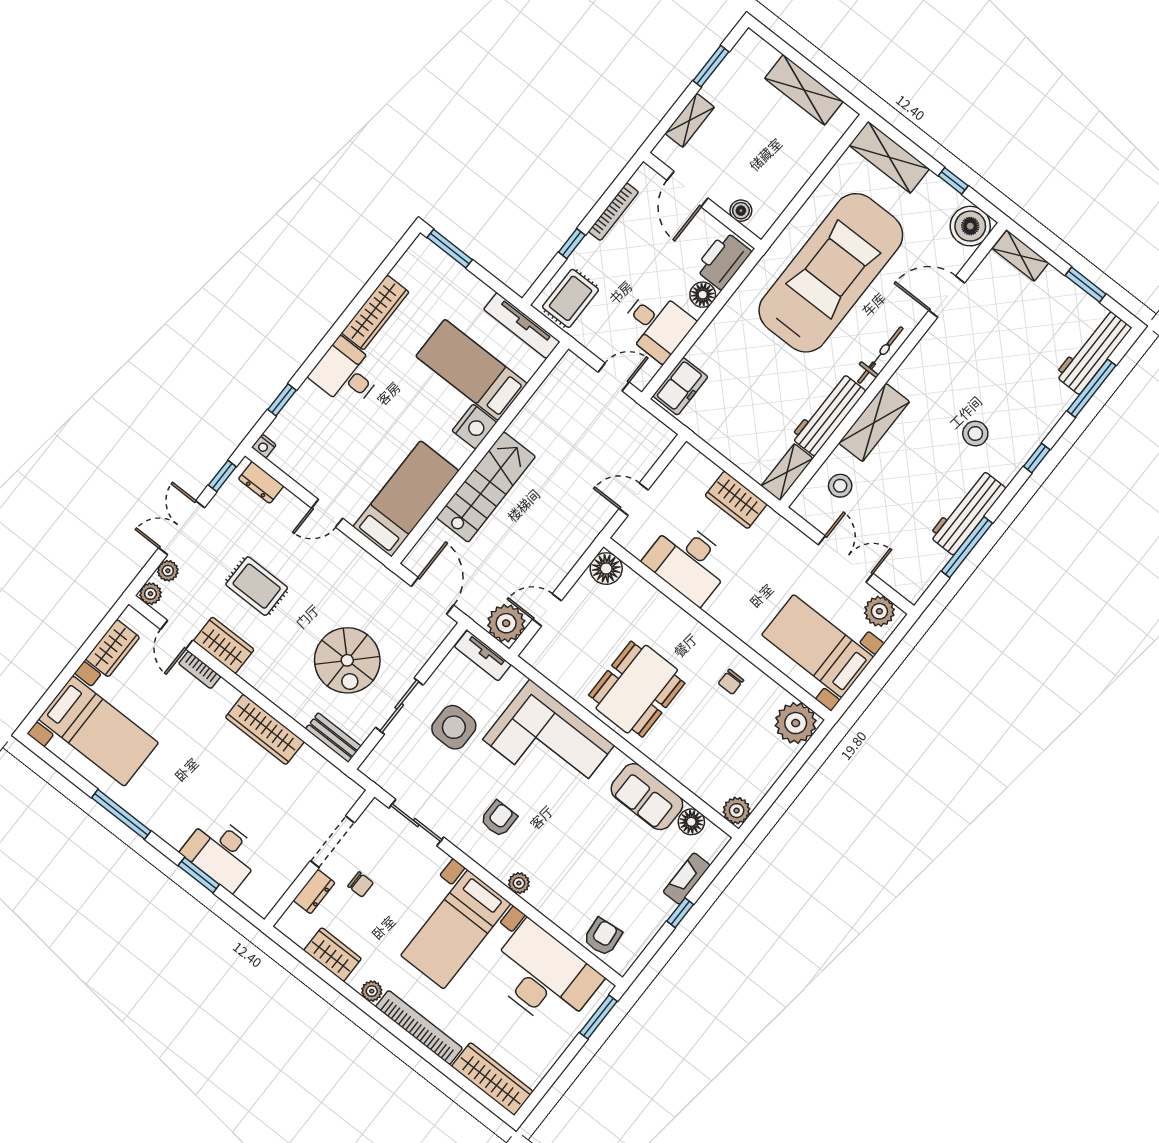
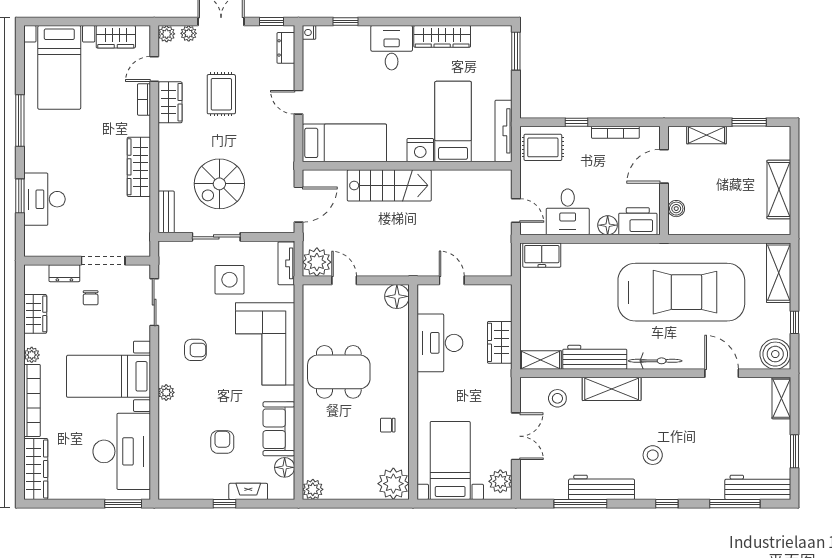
armchair: (603, 937) -> (222, 442), moved, turned -84

